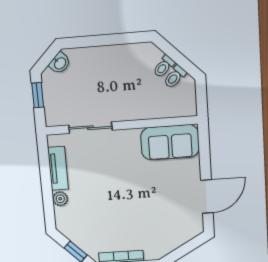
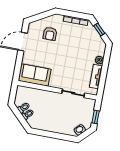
armchair: (161, 223) -> (50, 34), added

